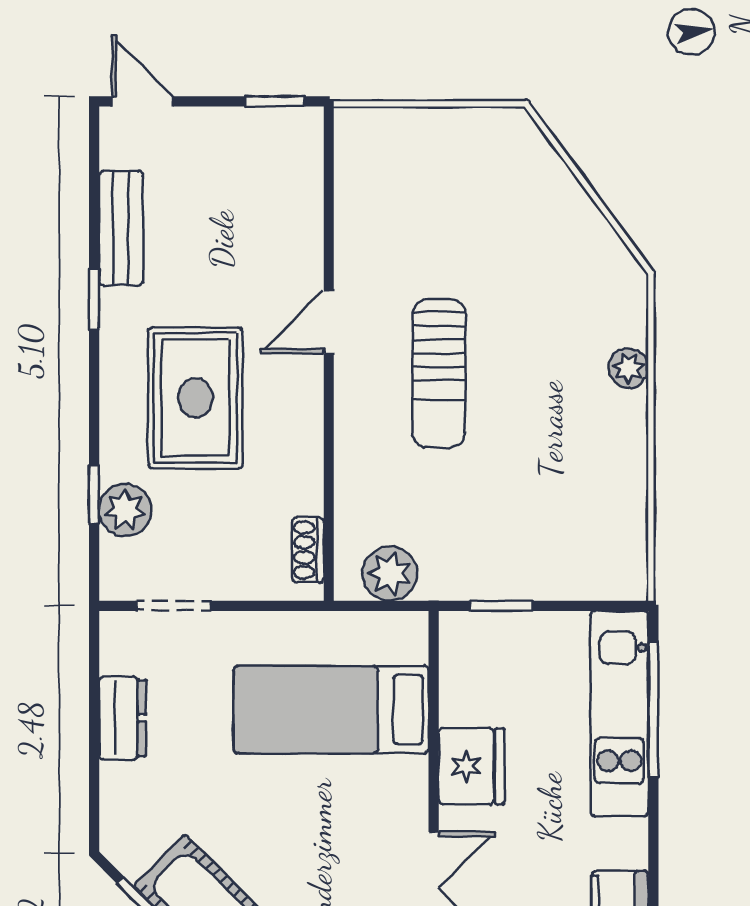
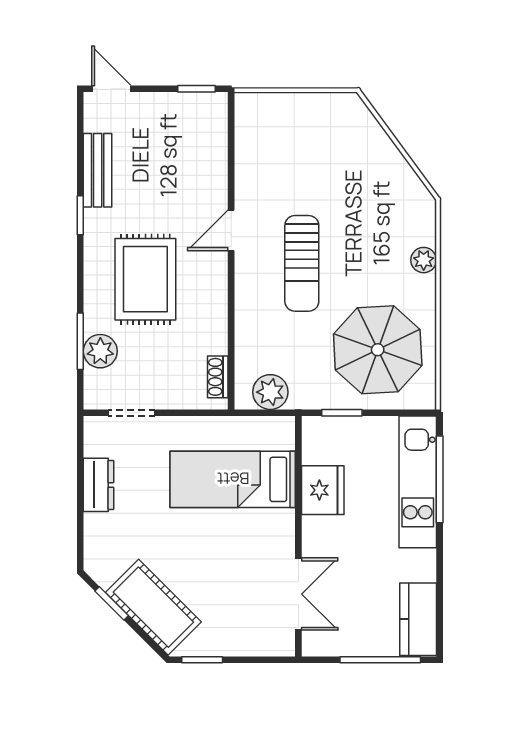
window: (94, 494) -> (80, 341), width x1.50
parasol: (557, 508) -> (378, 350), added
fridge: (471, 766) -> (323, 490), moved

